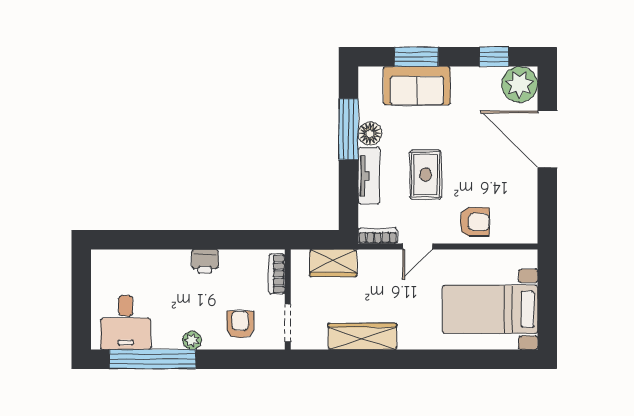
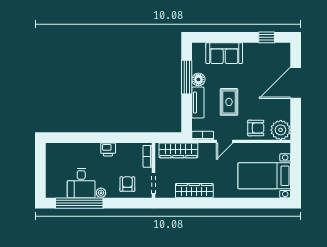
window: (416, 57) -> (224, 37), removed
plant: (520, 84) -> (281, 130), moved
door: (547, 139) -> (296, 83), hinge flipped
wardrobe: (333, 263) -> (178, 150), width x1.50
desk: (126, 322) -> (81, 183), moved

